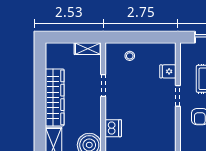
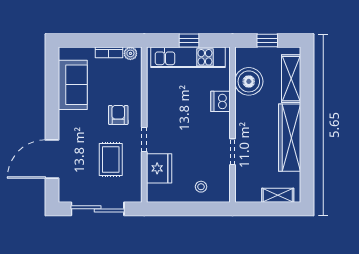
shelving: (88, 49) -> (278, 195), moved
fridge: (168, 71) -> (159, 168), width x1.88, depth x1.34

